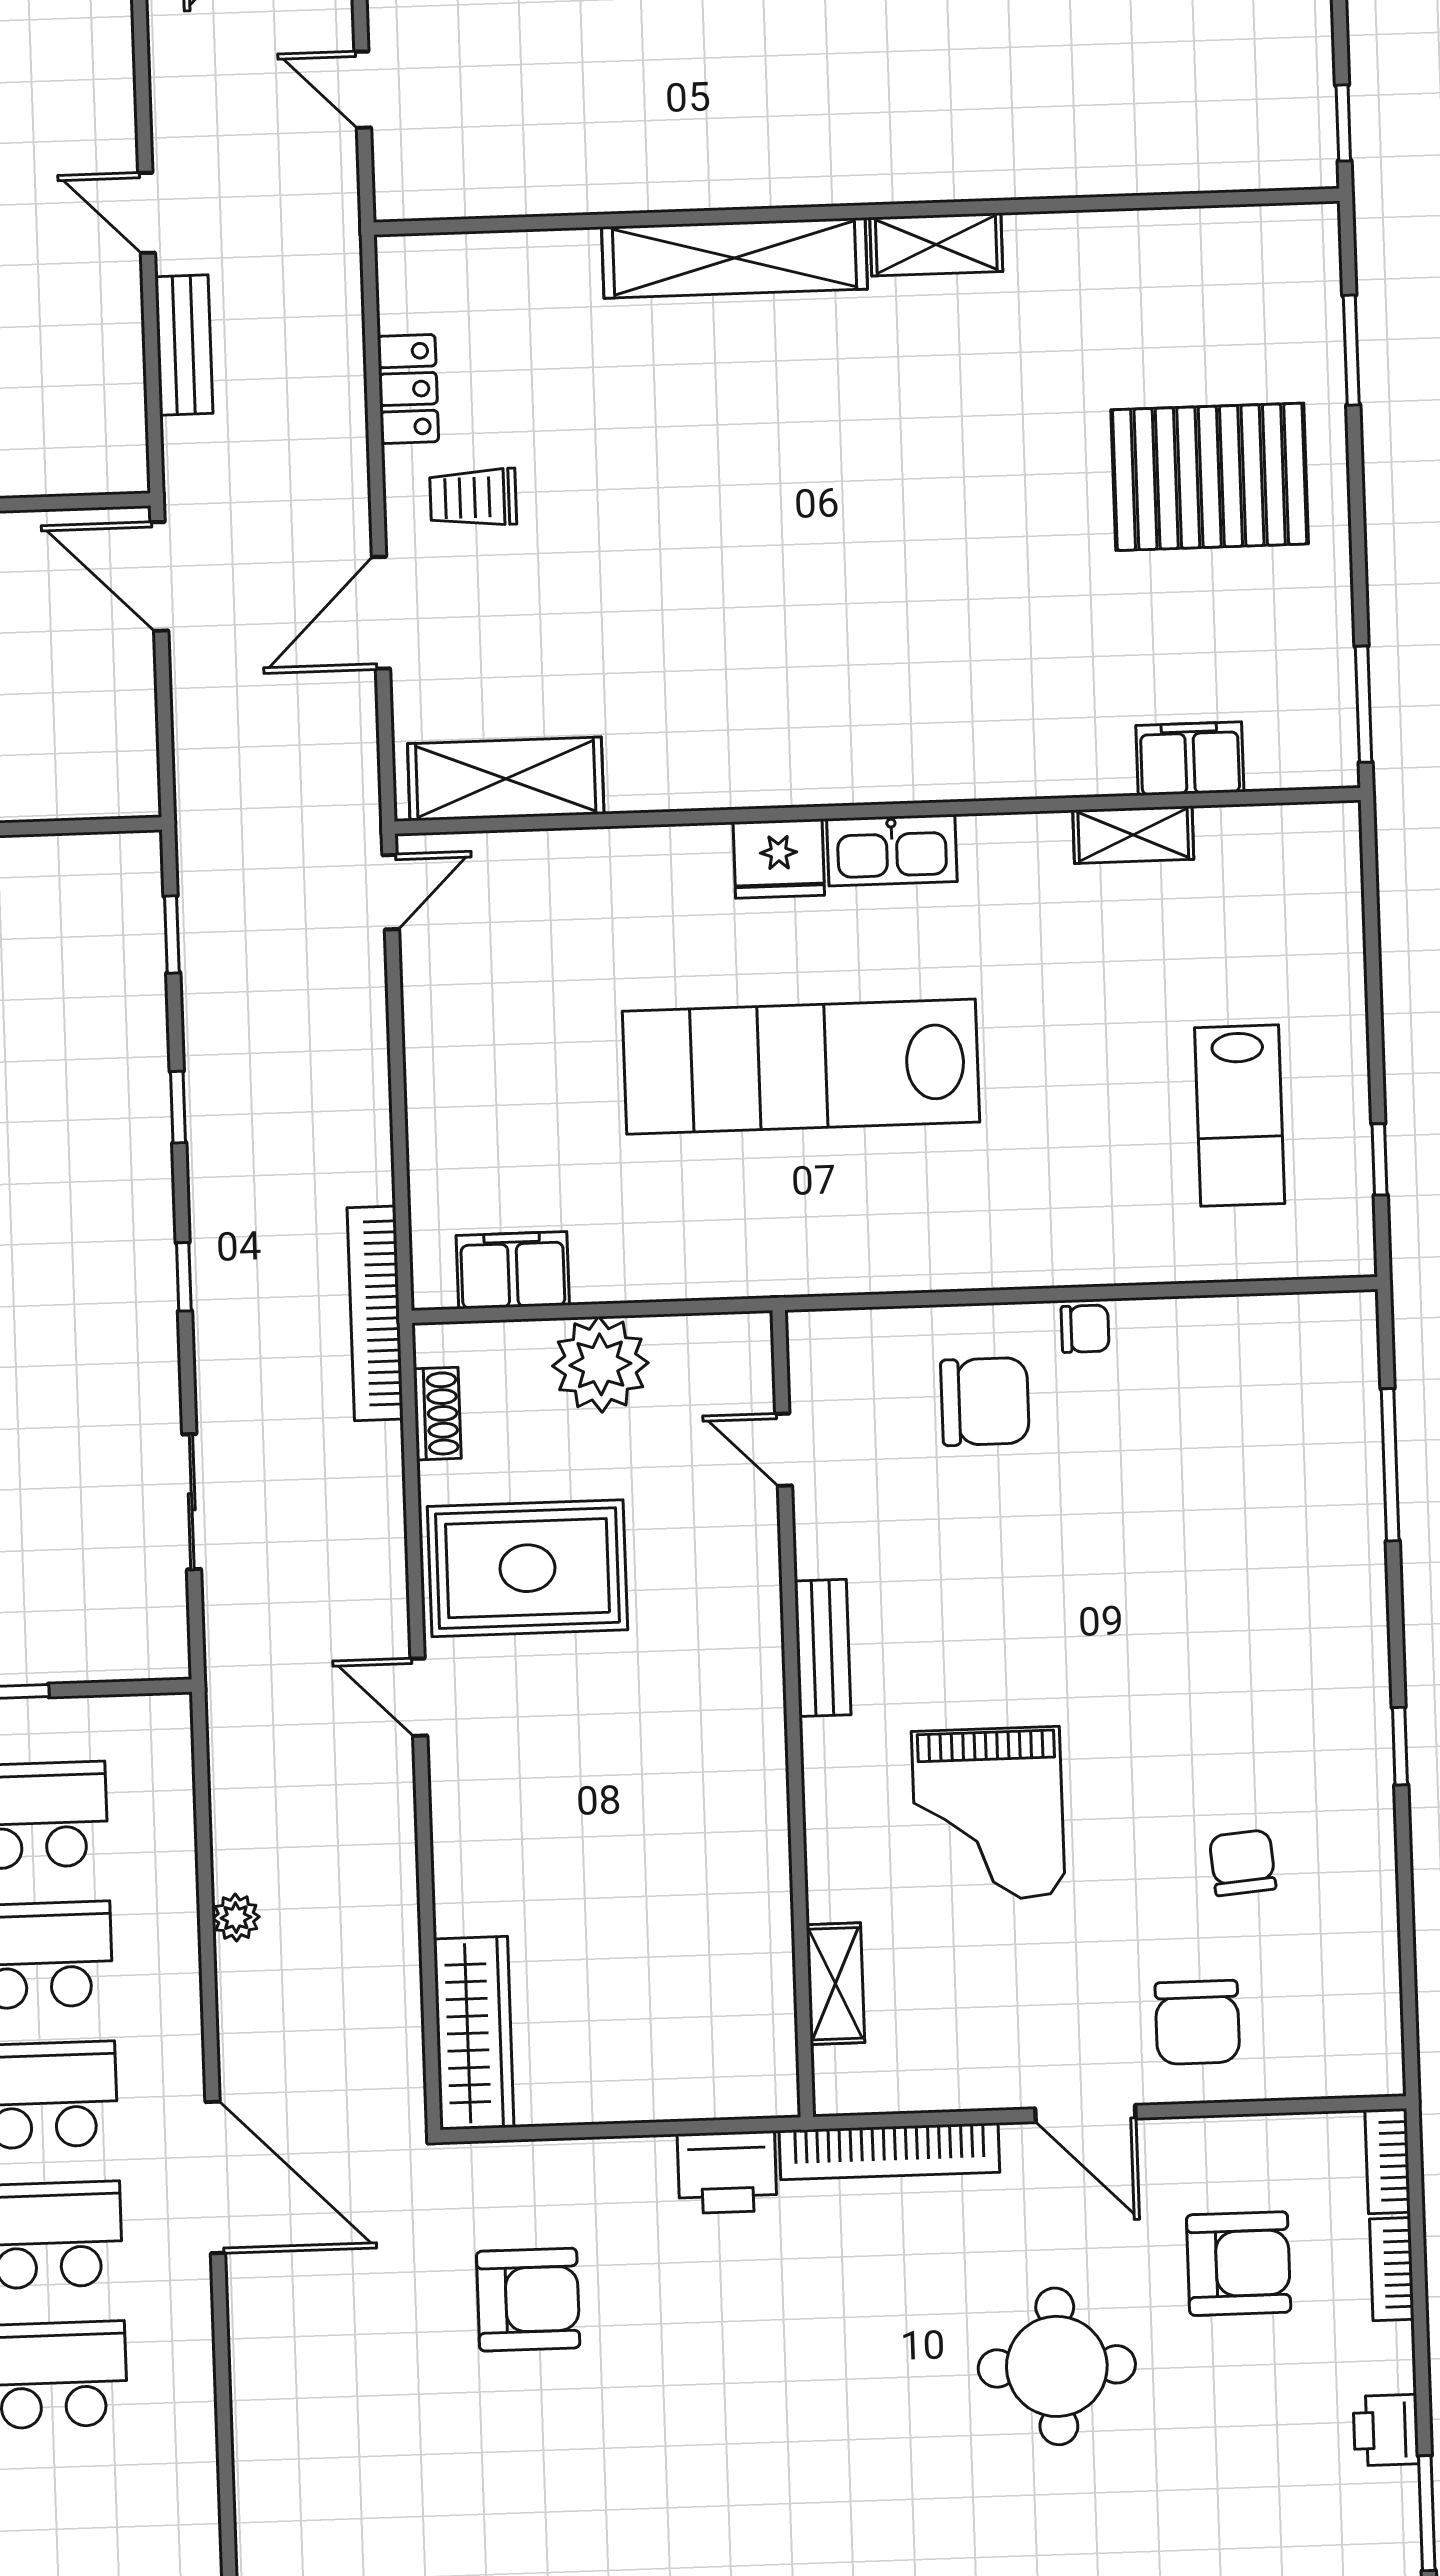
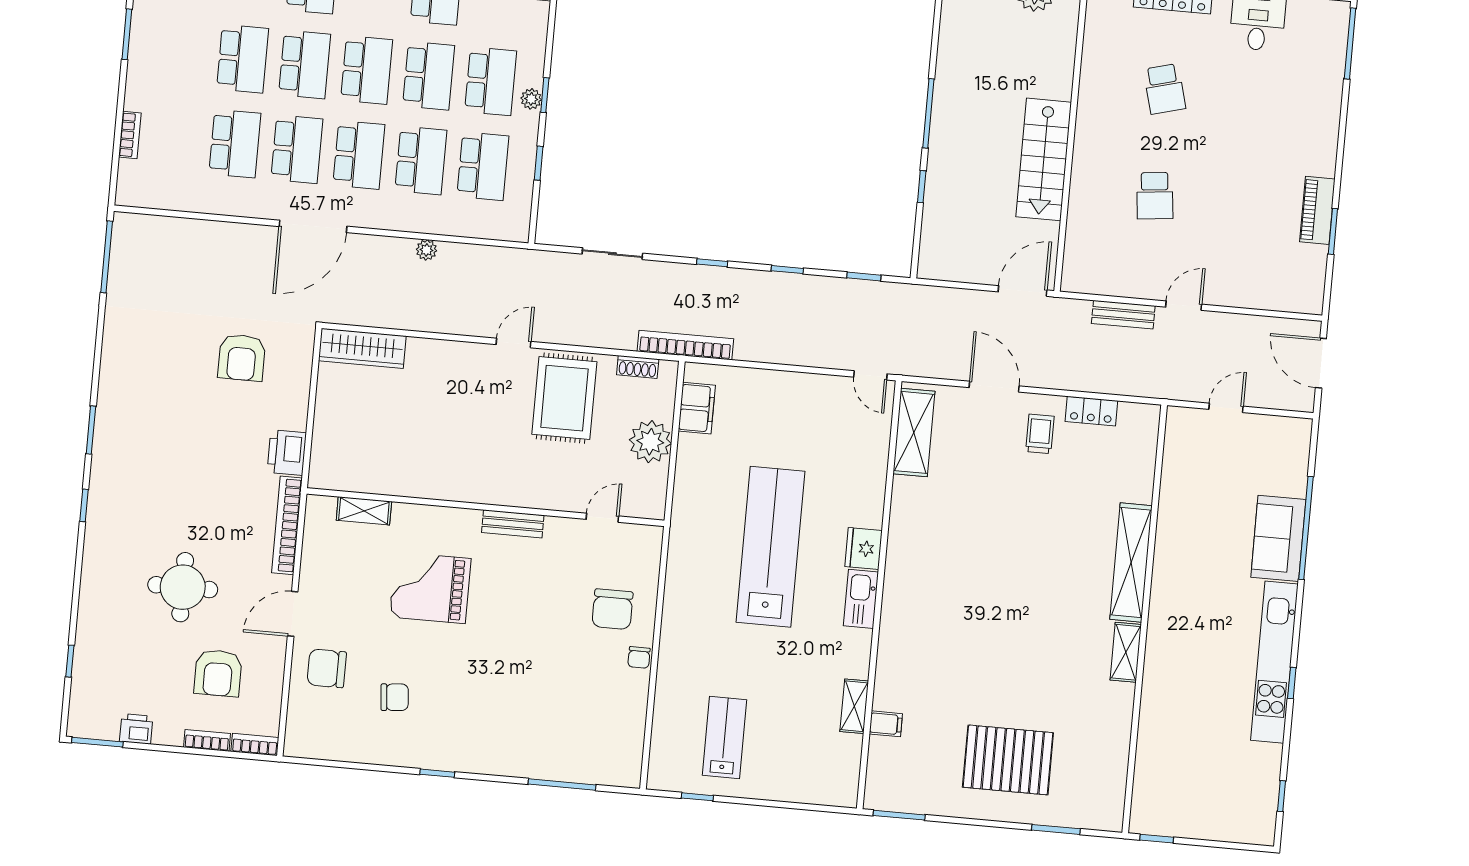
pallet: (1210, 477) -> (1008, 760), turned 90
filing cabinet: (1190, 759) -> (886, 724), width x0.50
lab bench: (1240, 1116) -> (724, 738), turned 90

